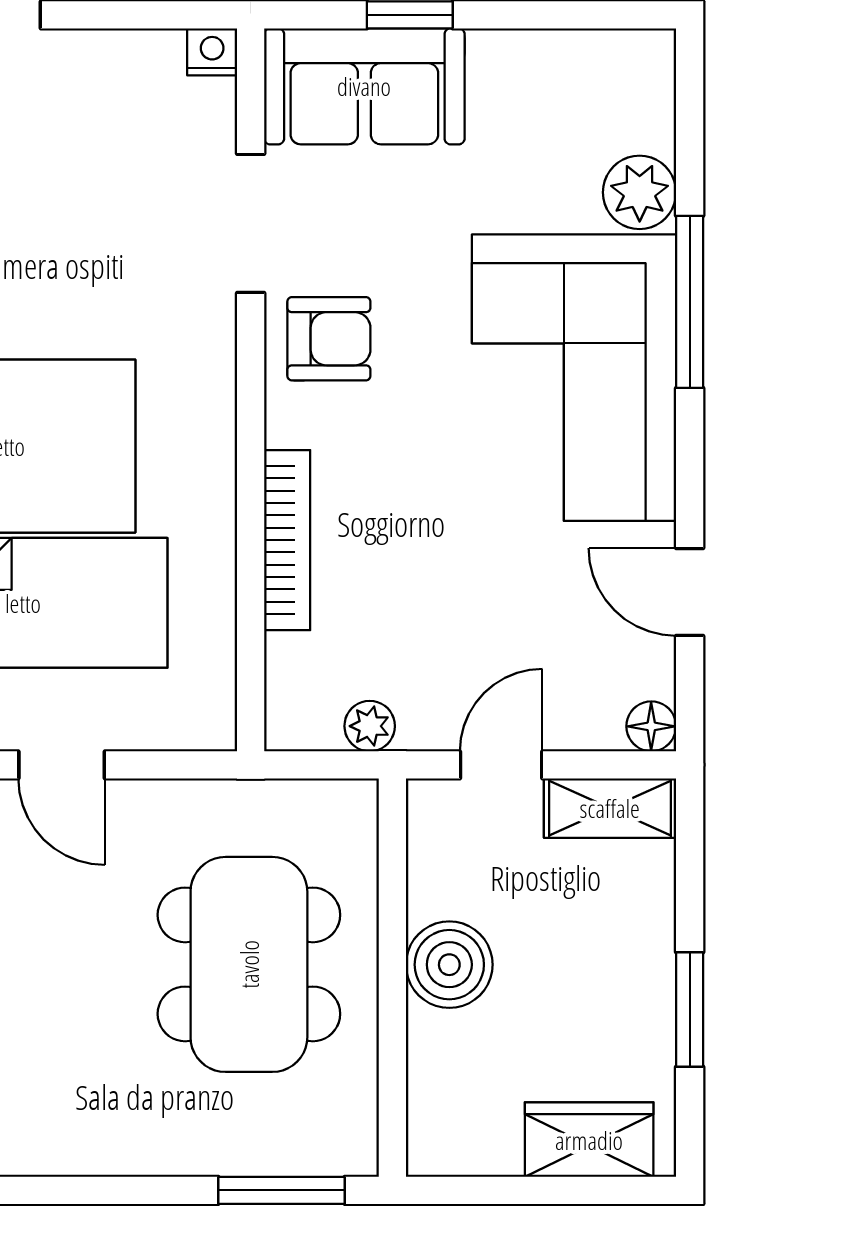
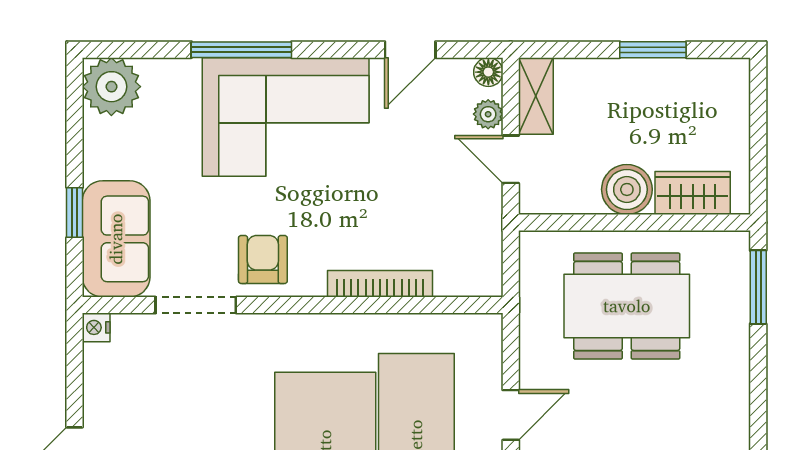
plant: (640, 192) -> (111, 87), moved, width x1.36, depth x1.36
plant: (370, 726) -> (488, 114), moved
wardrobe: (589, 1140) -> (693, 193), moved, turned 90

